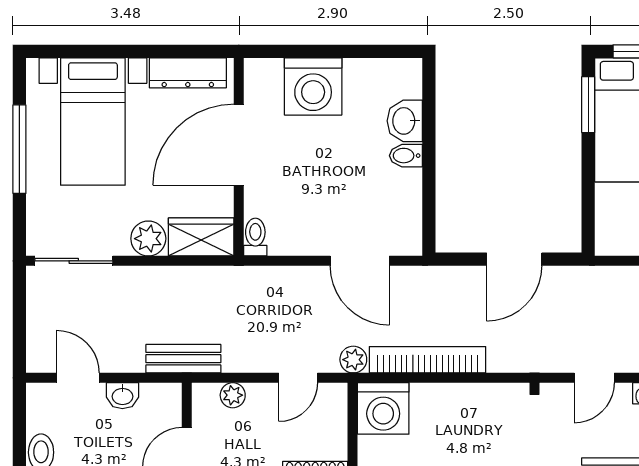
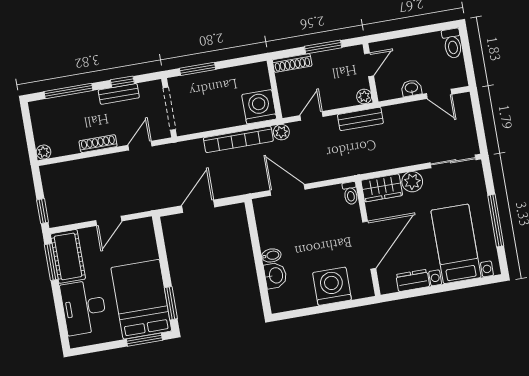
dresser: (188, 73) -> (413, 280), width x0.70
bench: (183, 359) -> (360, 119), moved
plant: (233, 395) -> (364, 97), moved

